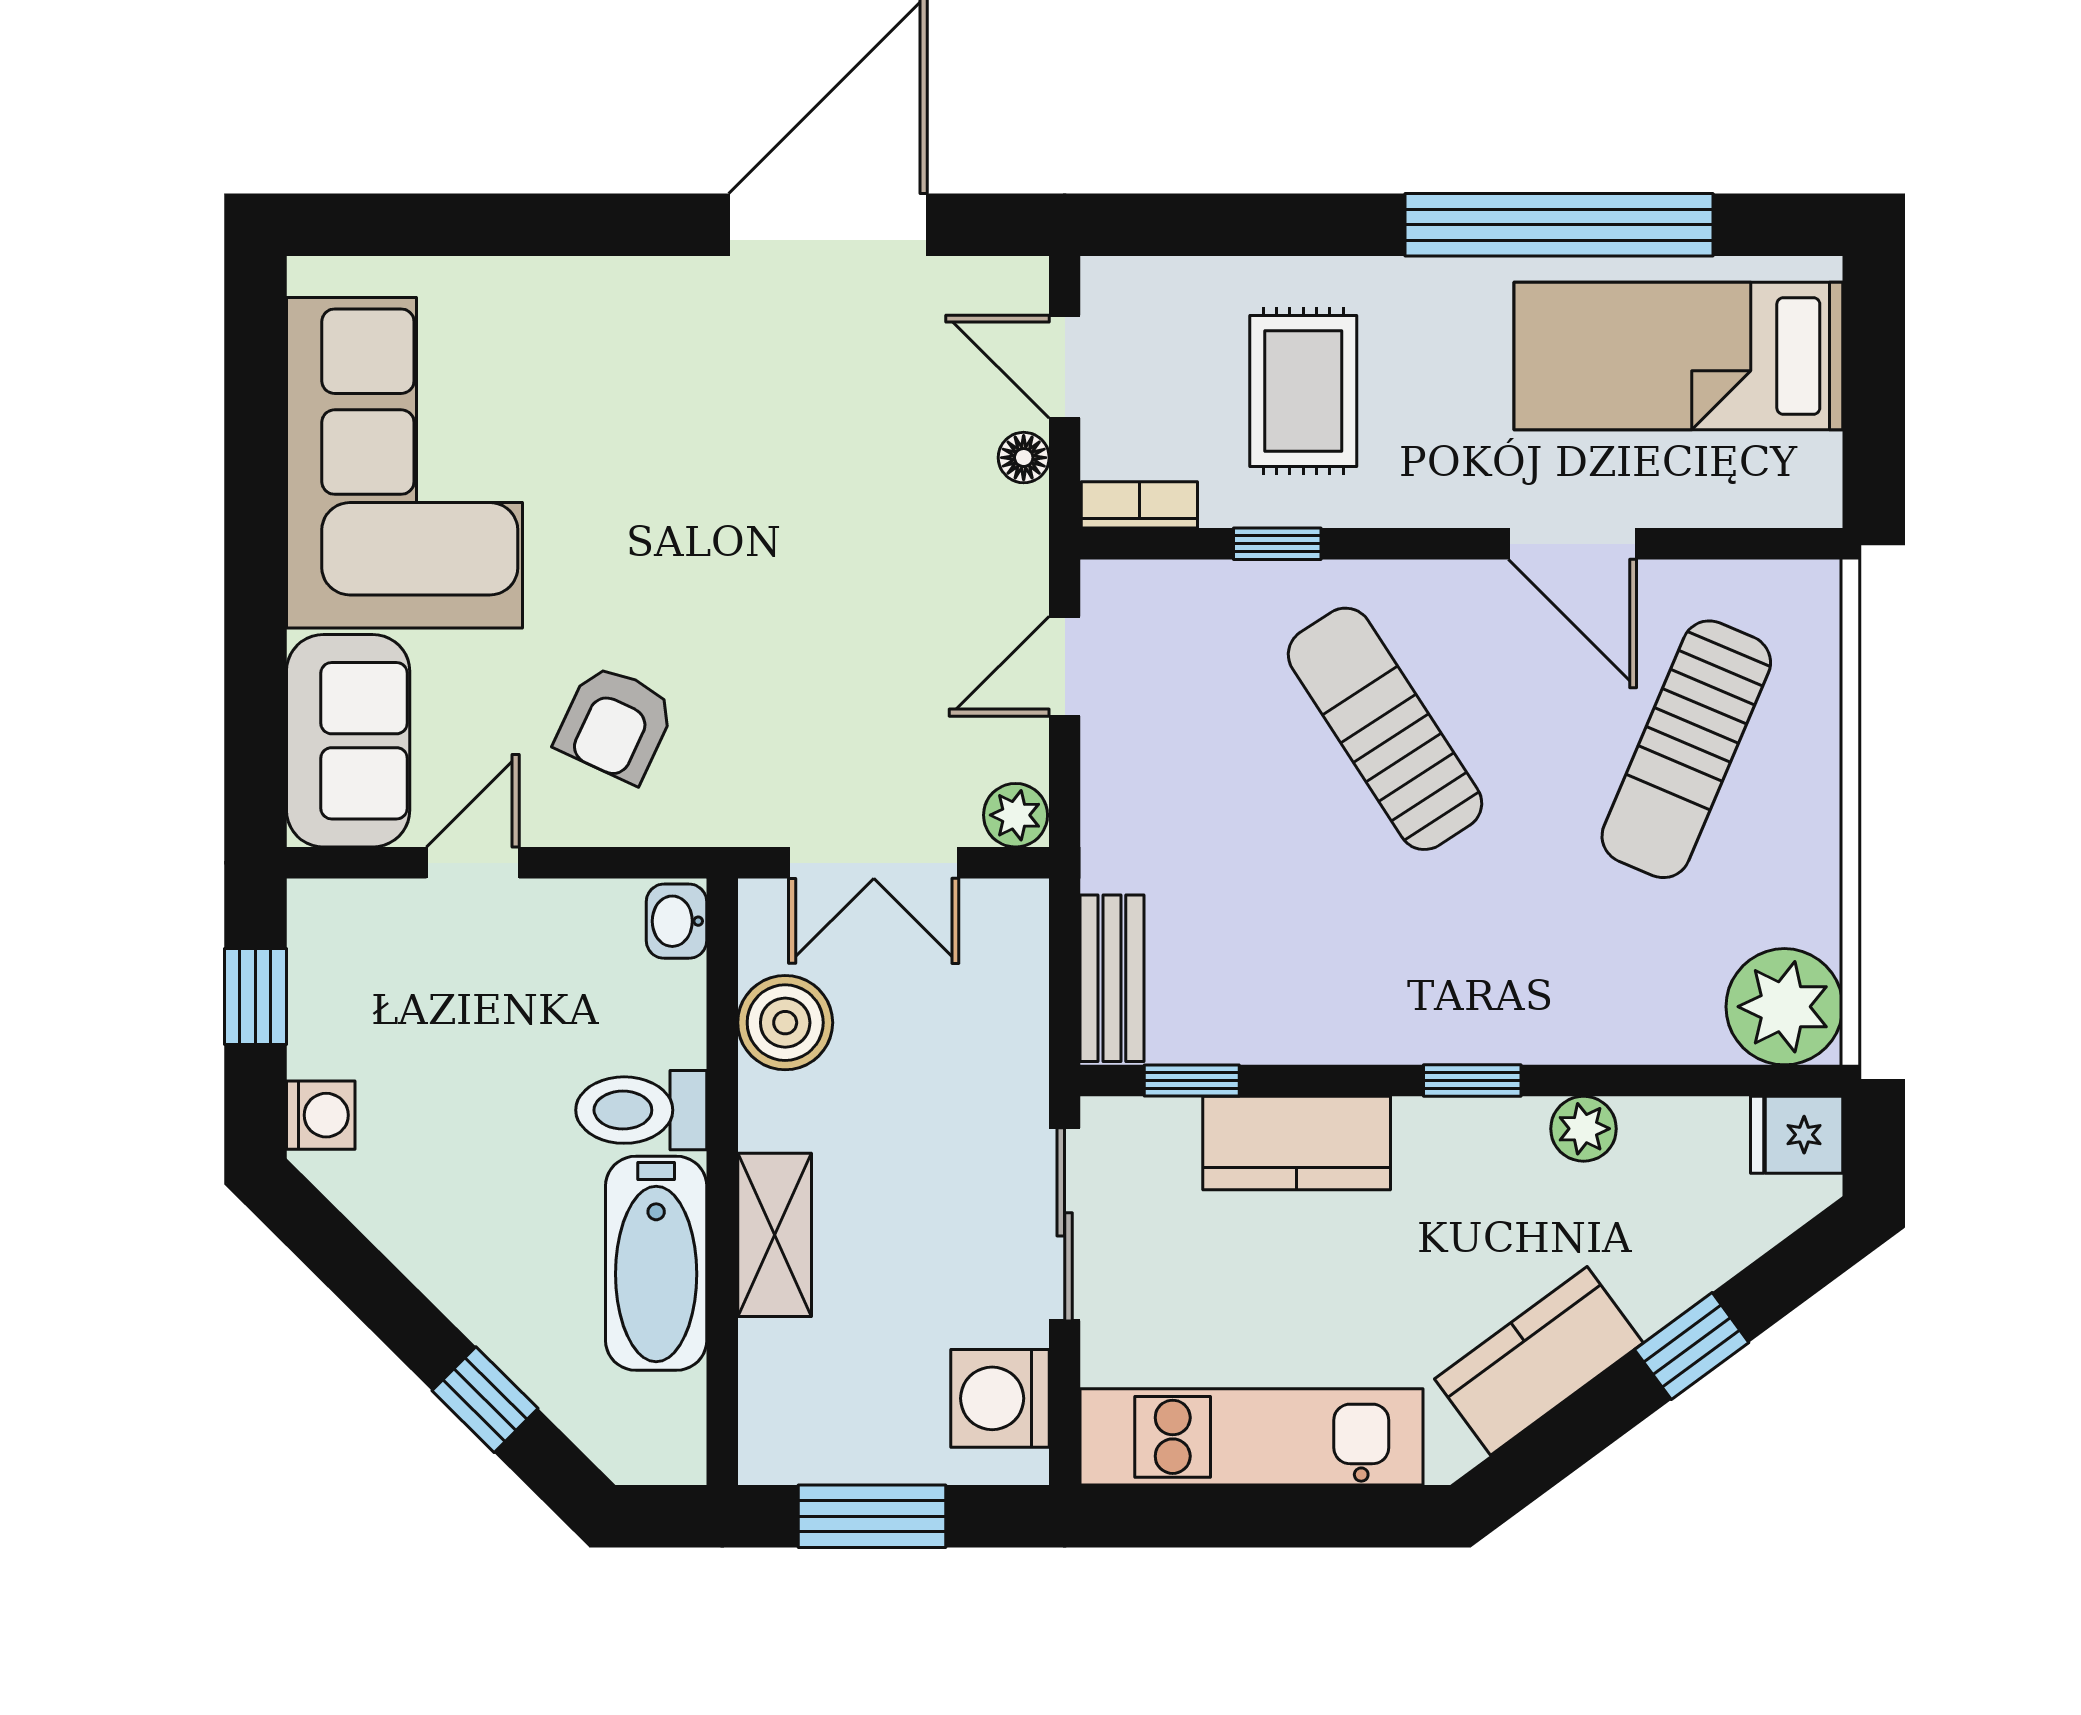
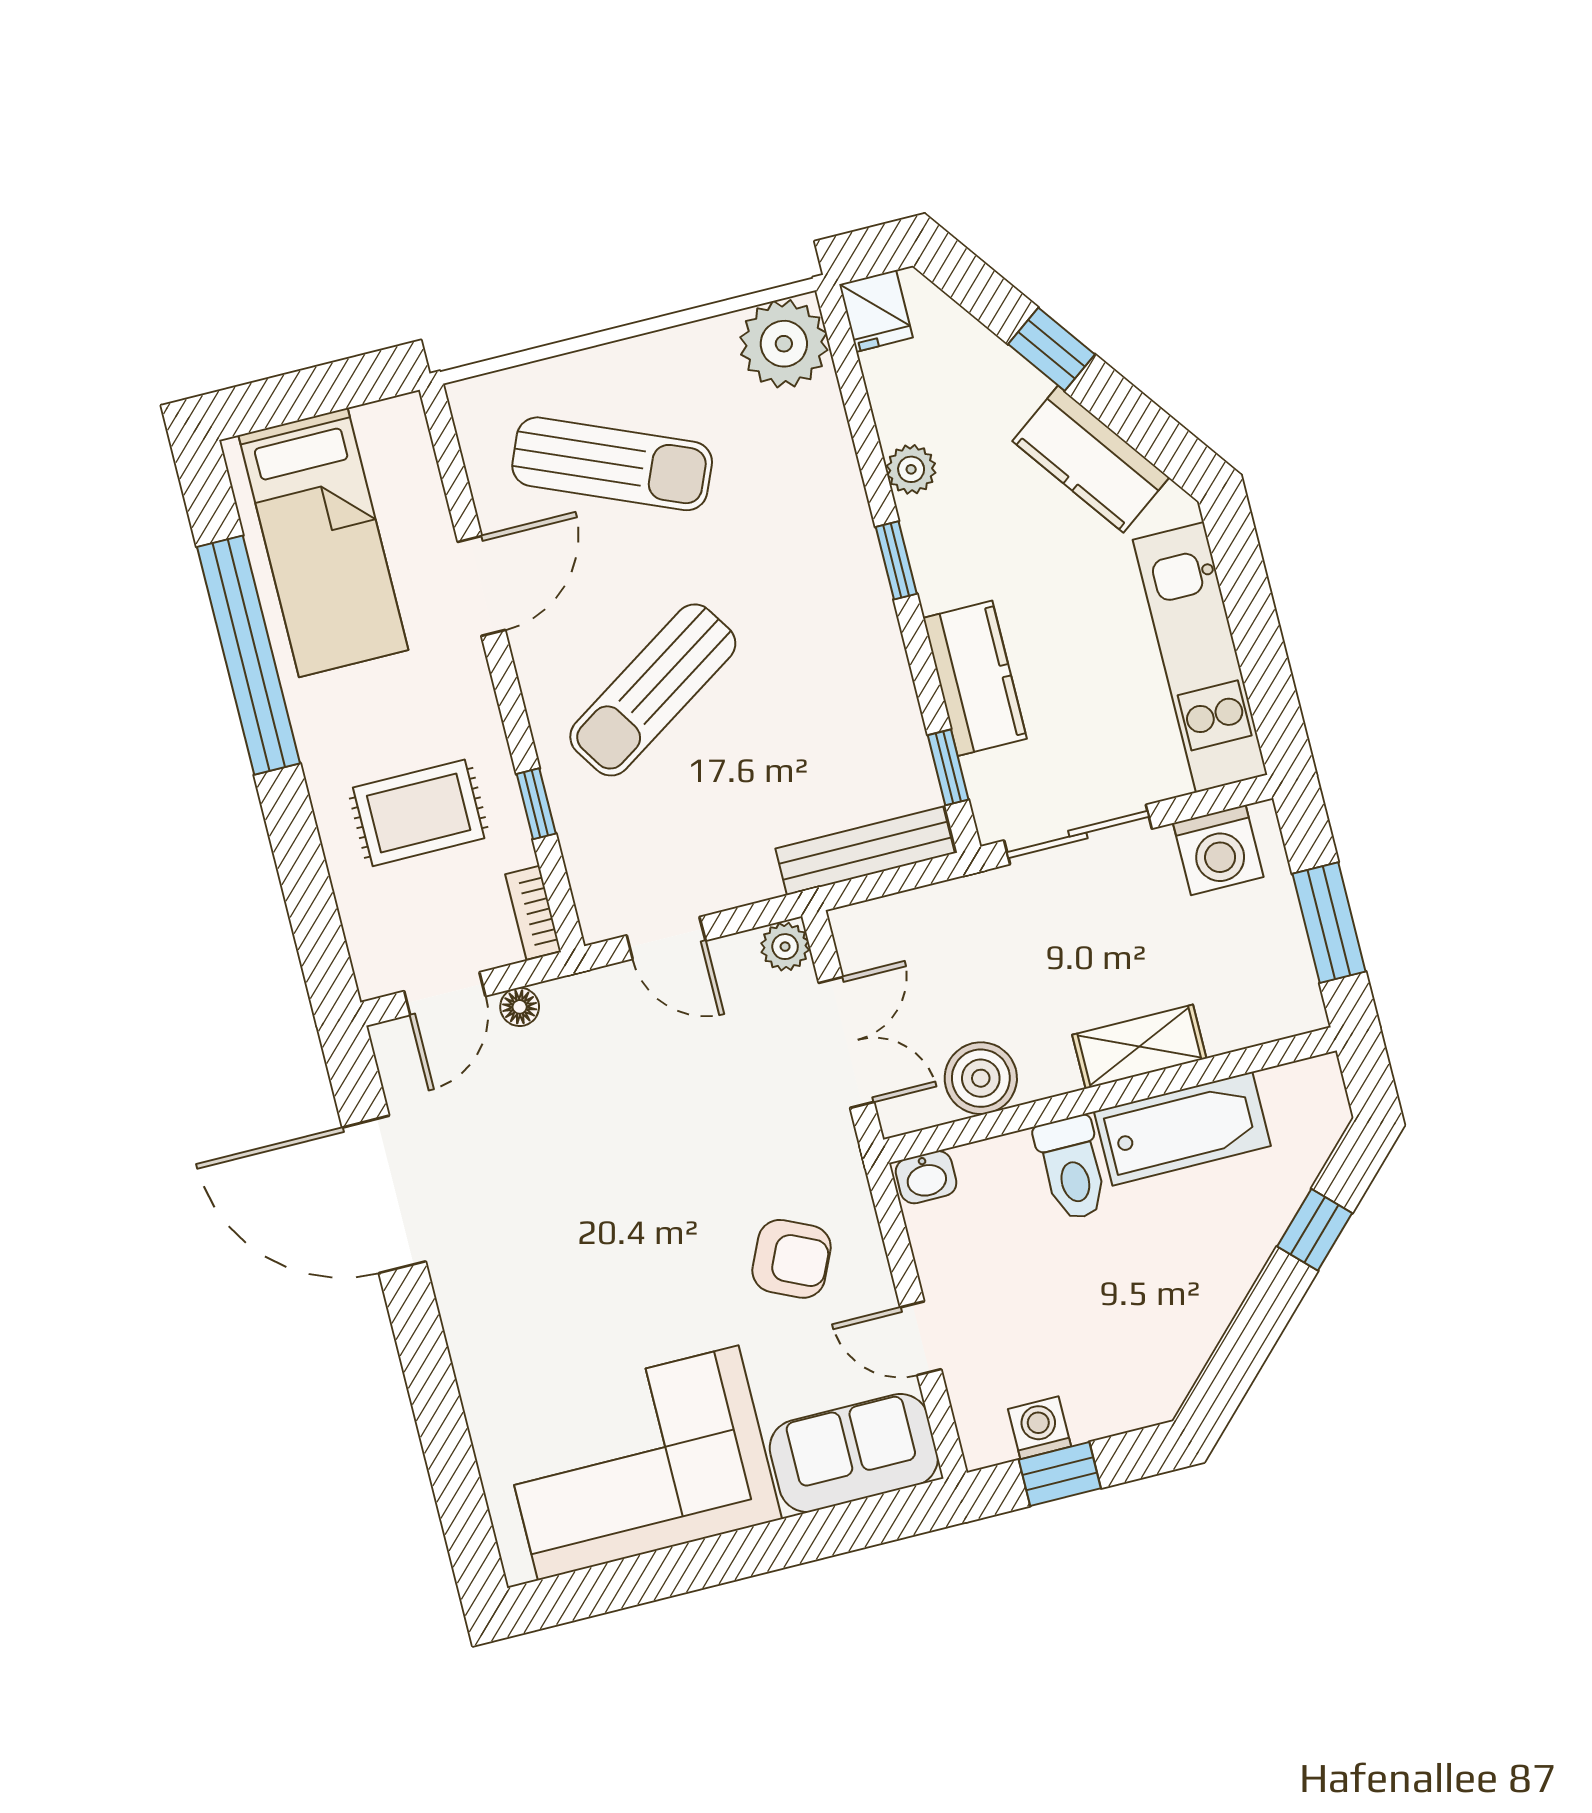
bench: (1112, 978) -> (865, 851), width x1.36
washing machine: (321, 1115) -> (1040, 1428), moved

